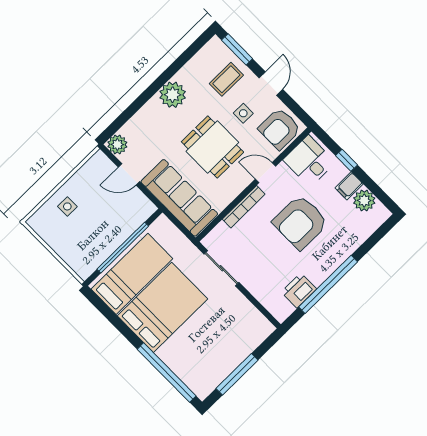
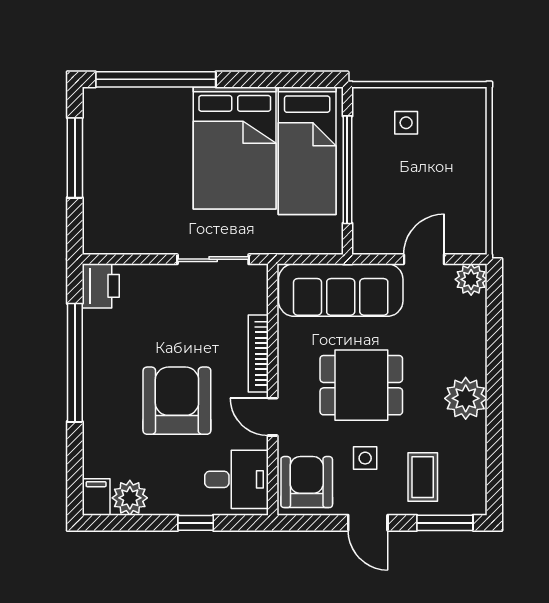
door: (265, 173) -> (273, 417), swing flipped
filing cabinet: (349, 186) -> (96, 497), moved
side table: (67, 206) -> (406, 123), moved
printer: (299, 291) -> (101, 286), moved

